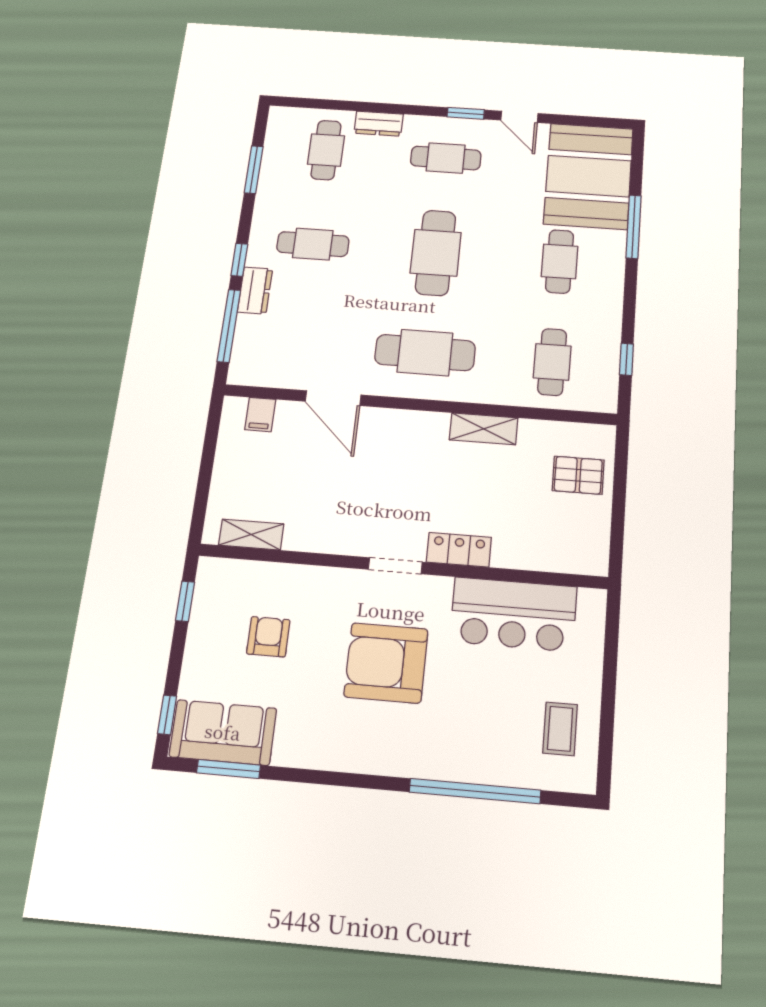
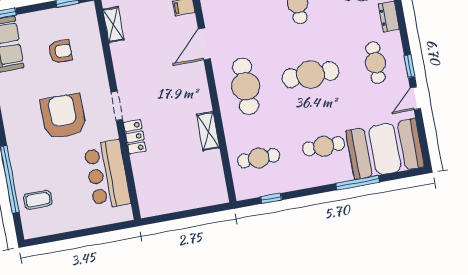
pallet: (578, 475) -> (194, 189), removed
coffee table: (560, 729) -> (38, 200), moved

